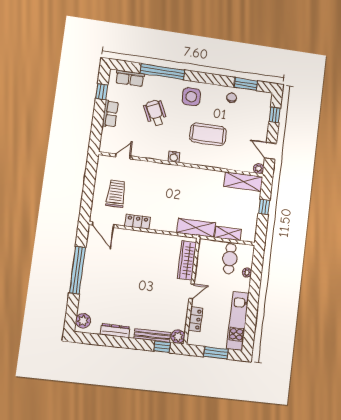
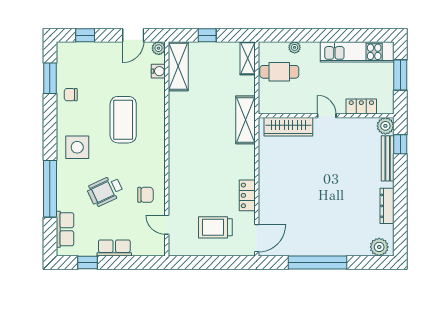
chair: (148, 143) -> (145, 195), added
water cooler: (174, 157) -> (158, 71), moved
shelving: (228, 234) -> (248, 58), moved

